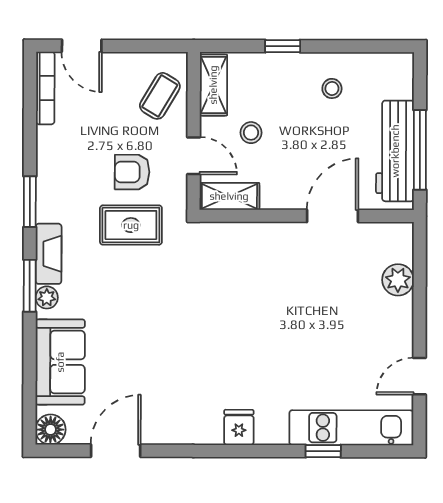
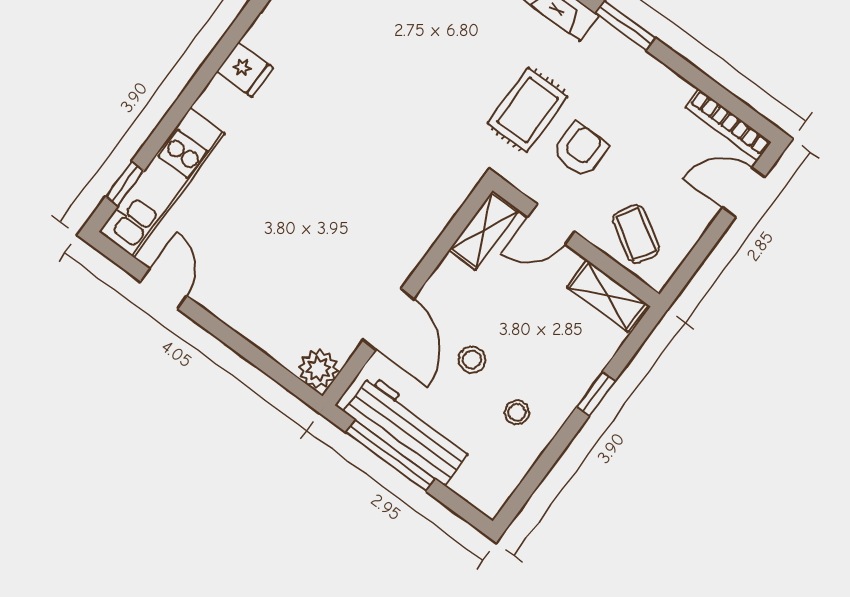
stool: (251, 133) -> (472, 360), moved
plant: (398, 280) -> (318, 369), moved
window: (323, 451) -> (125, 184), moved

